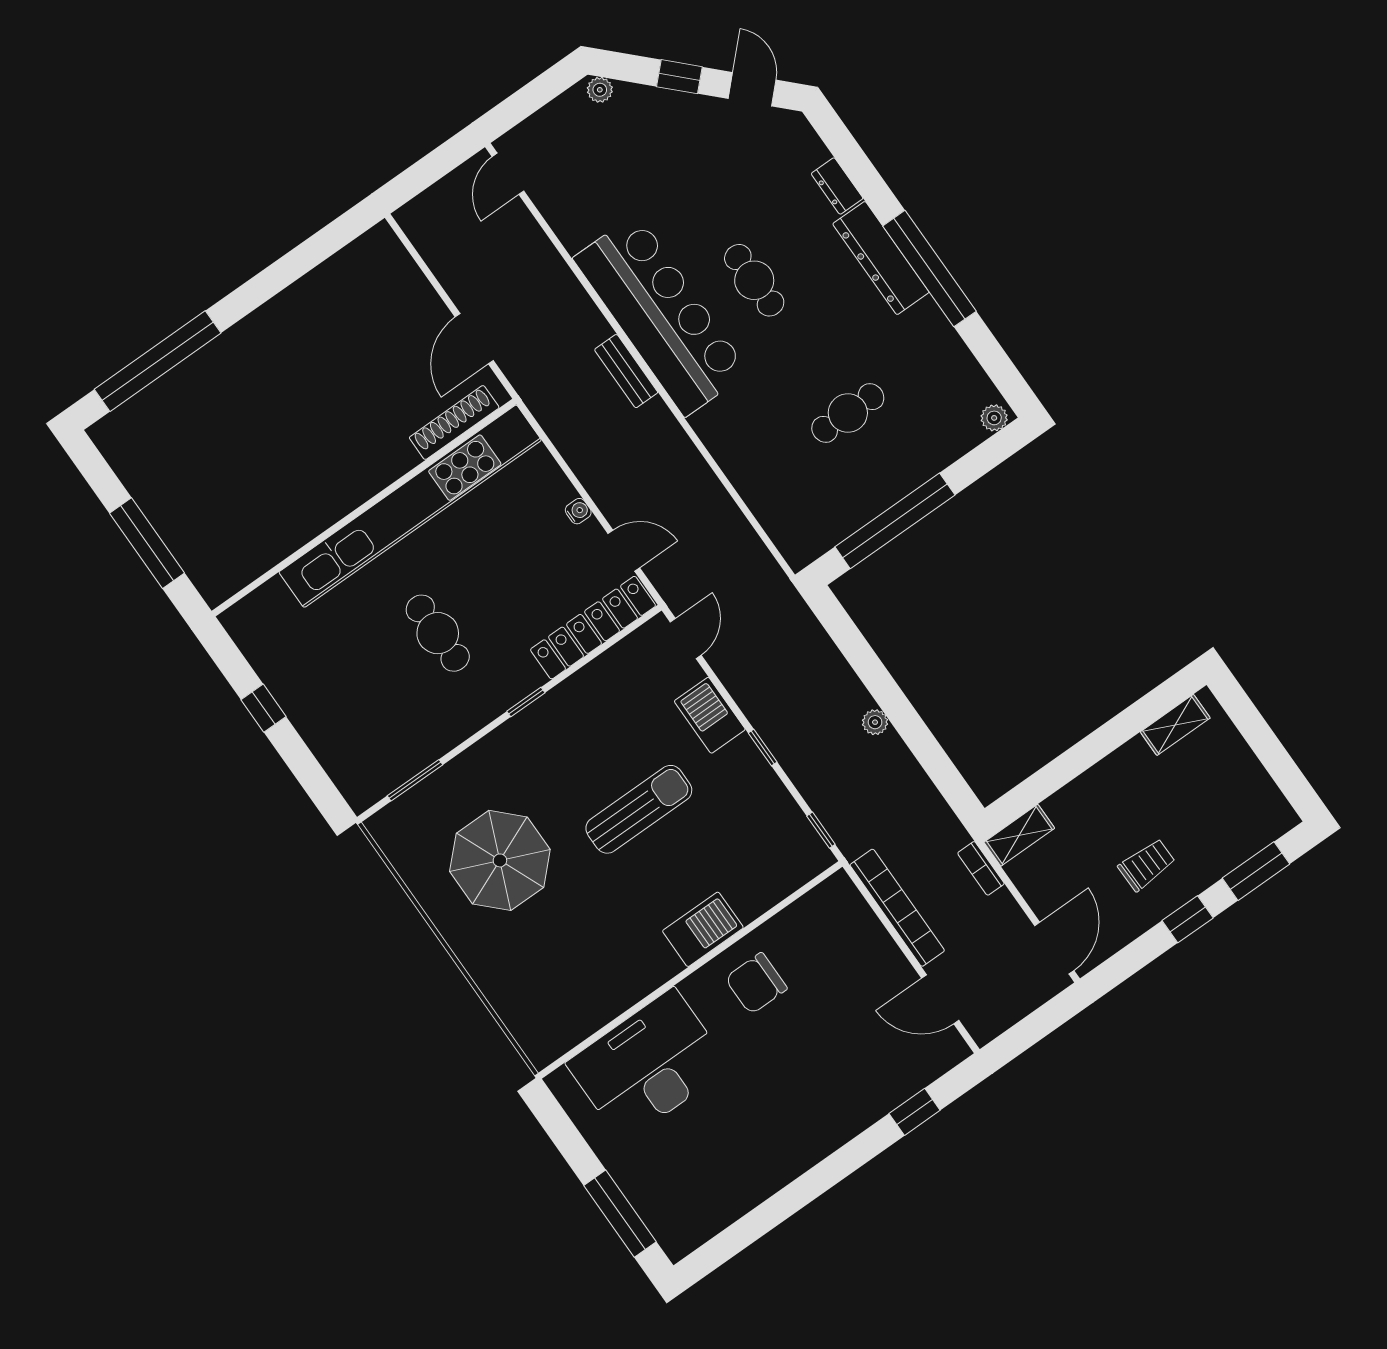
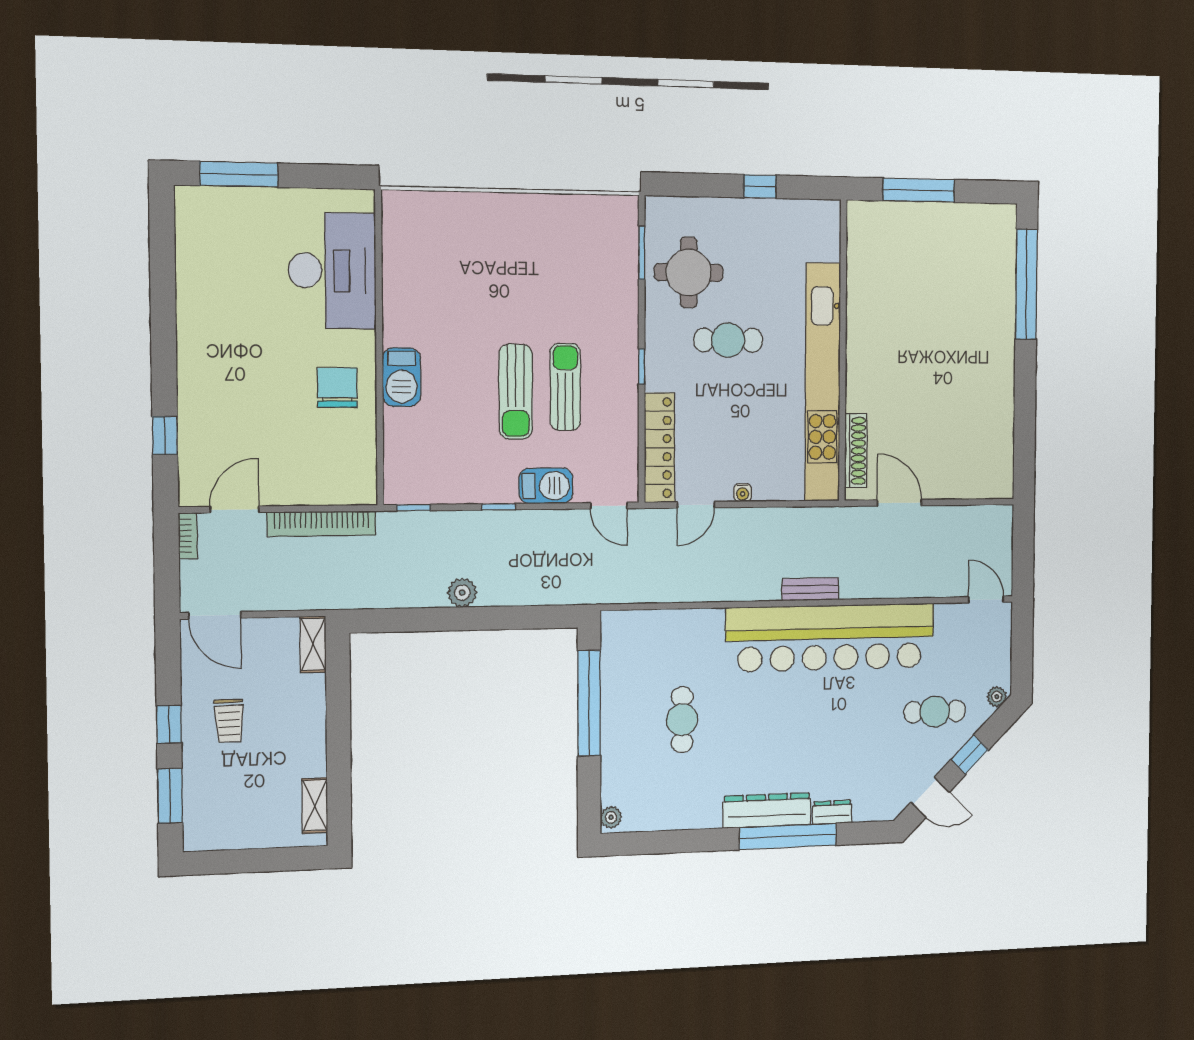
window: (929, 269) -> (788, 836), moved
cafe table: (754, 280) -> (935, 711), moved
bar counter: (661, 315) -> (830, 638), width x1.36
round table: (400, 720) -> (689, 272), added
plant: (875, 722) -> (462, 593), width x1.38, depth x1.38
sun lounger: (600, 764) -> (565, 387), added
parasol: (500, 860) -> (547, 271), removed
bookcase: (981, 868) -> (188, 536), moved, turned 90

